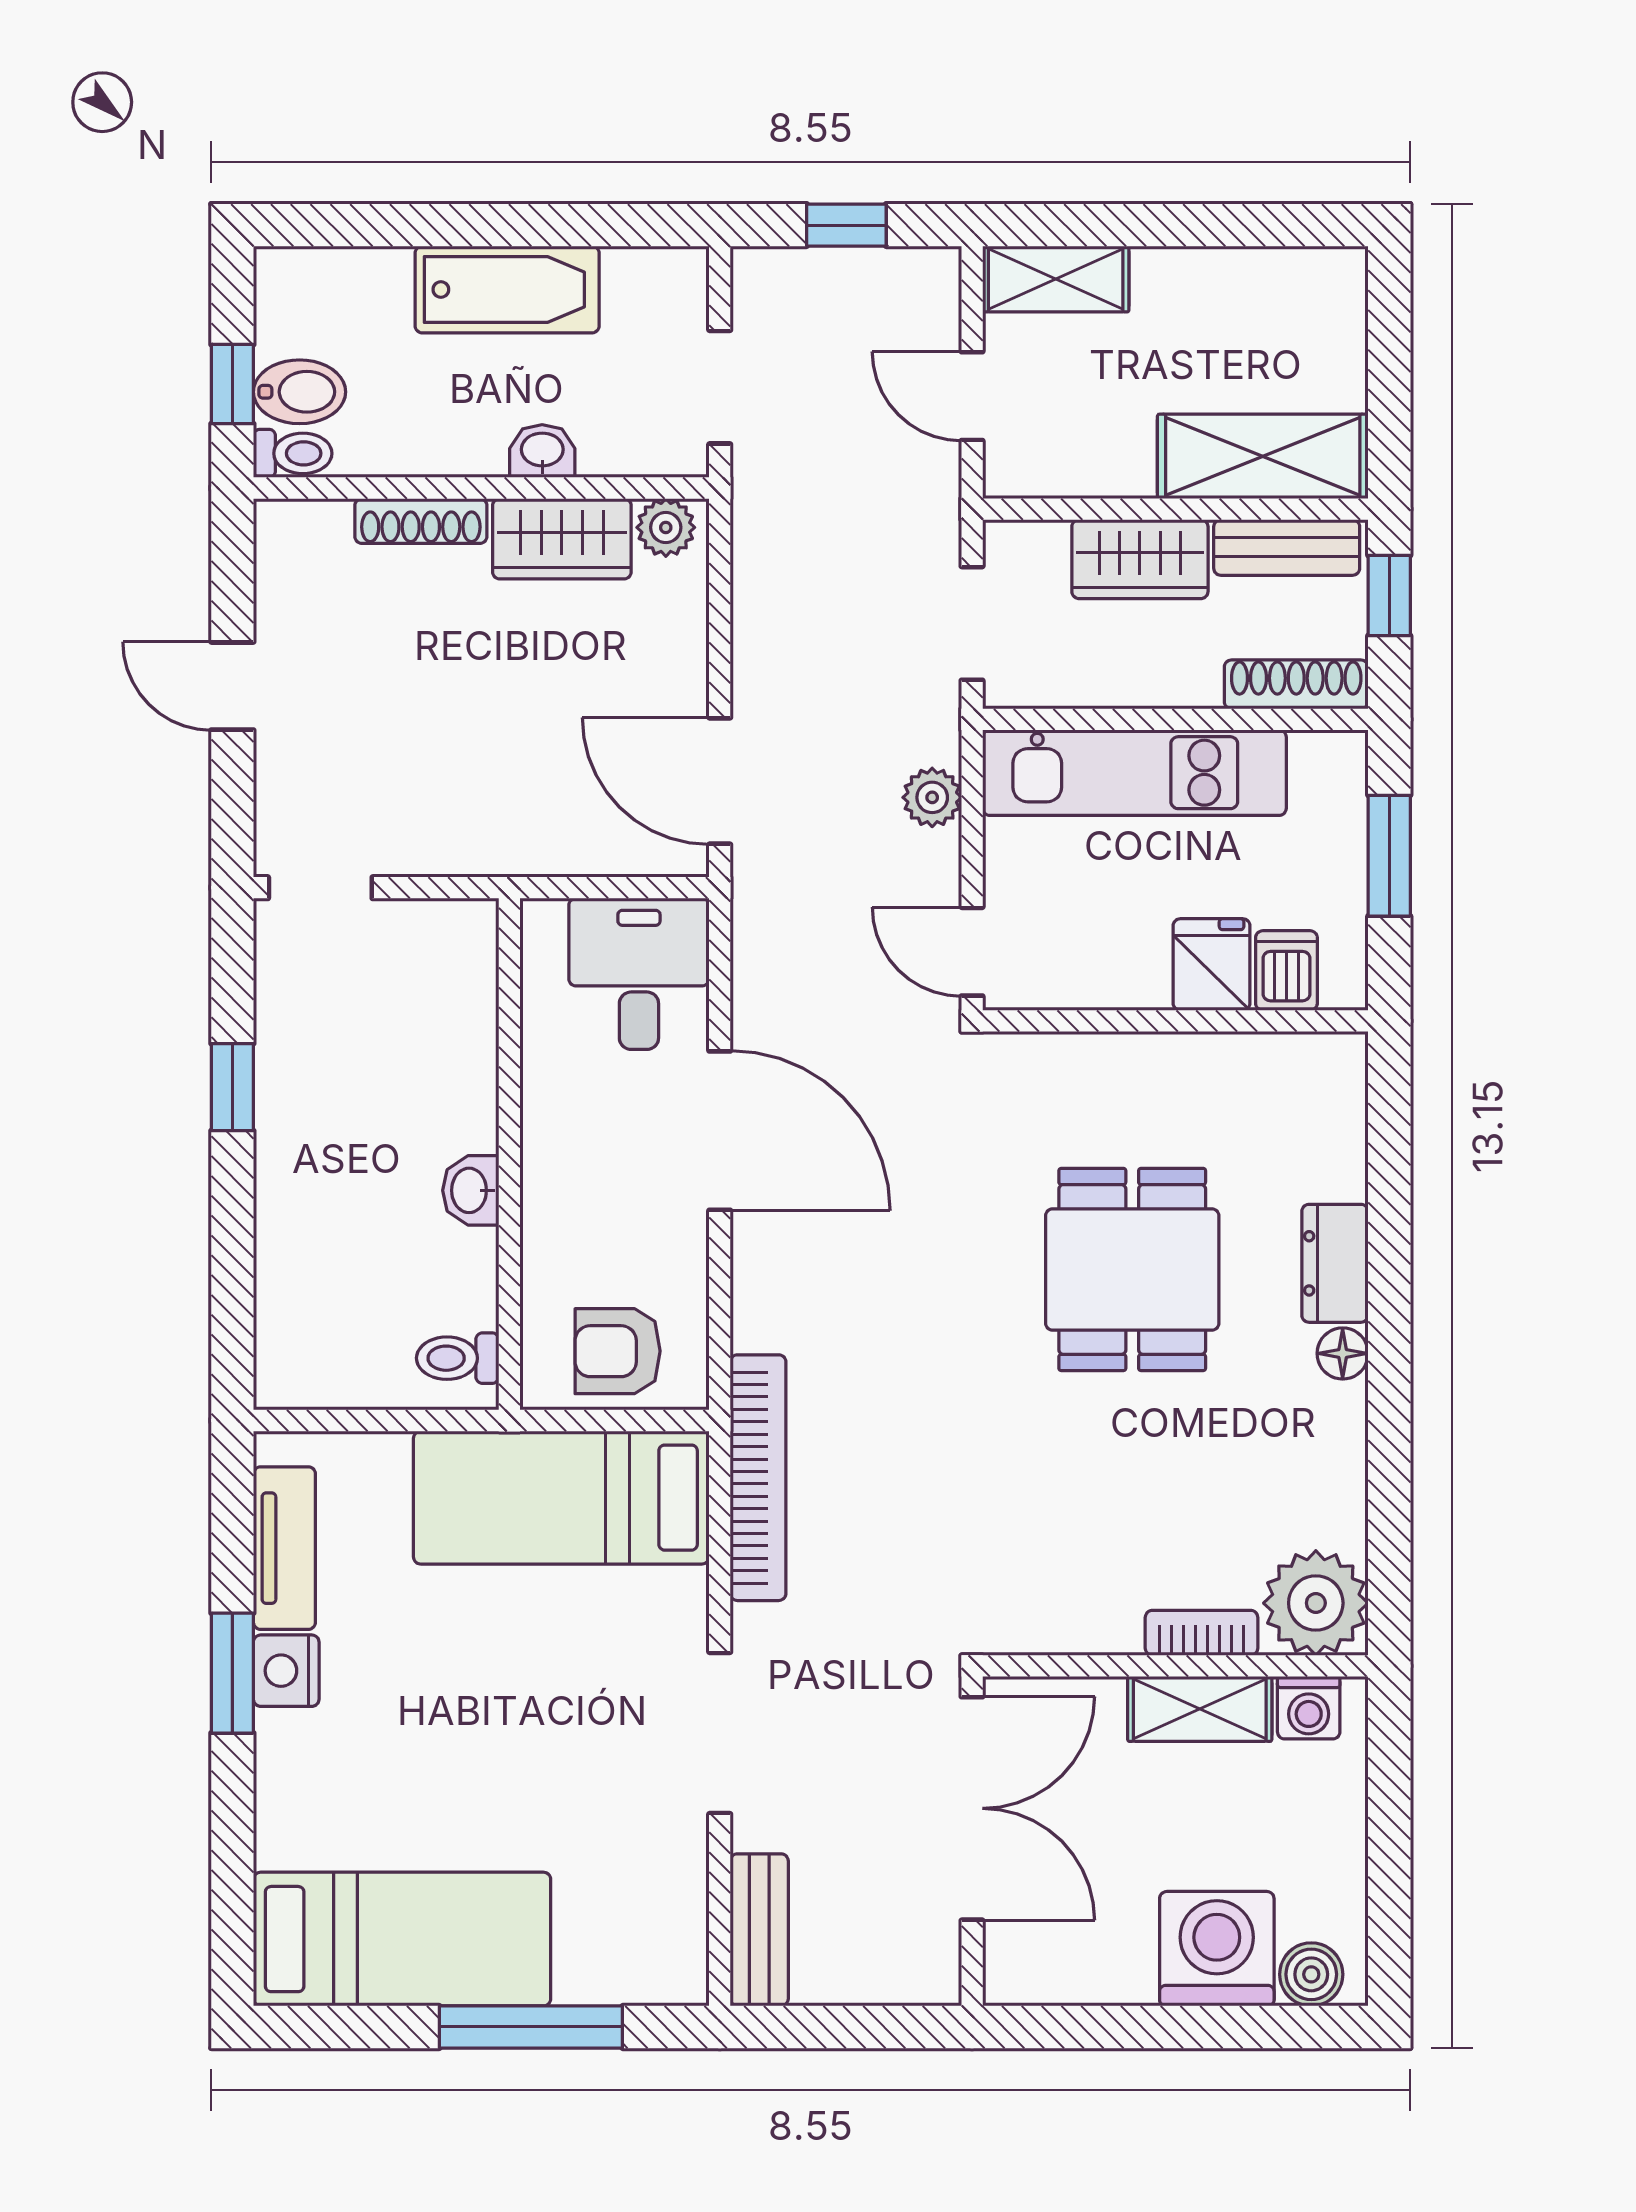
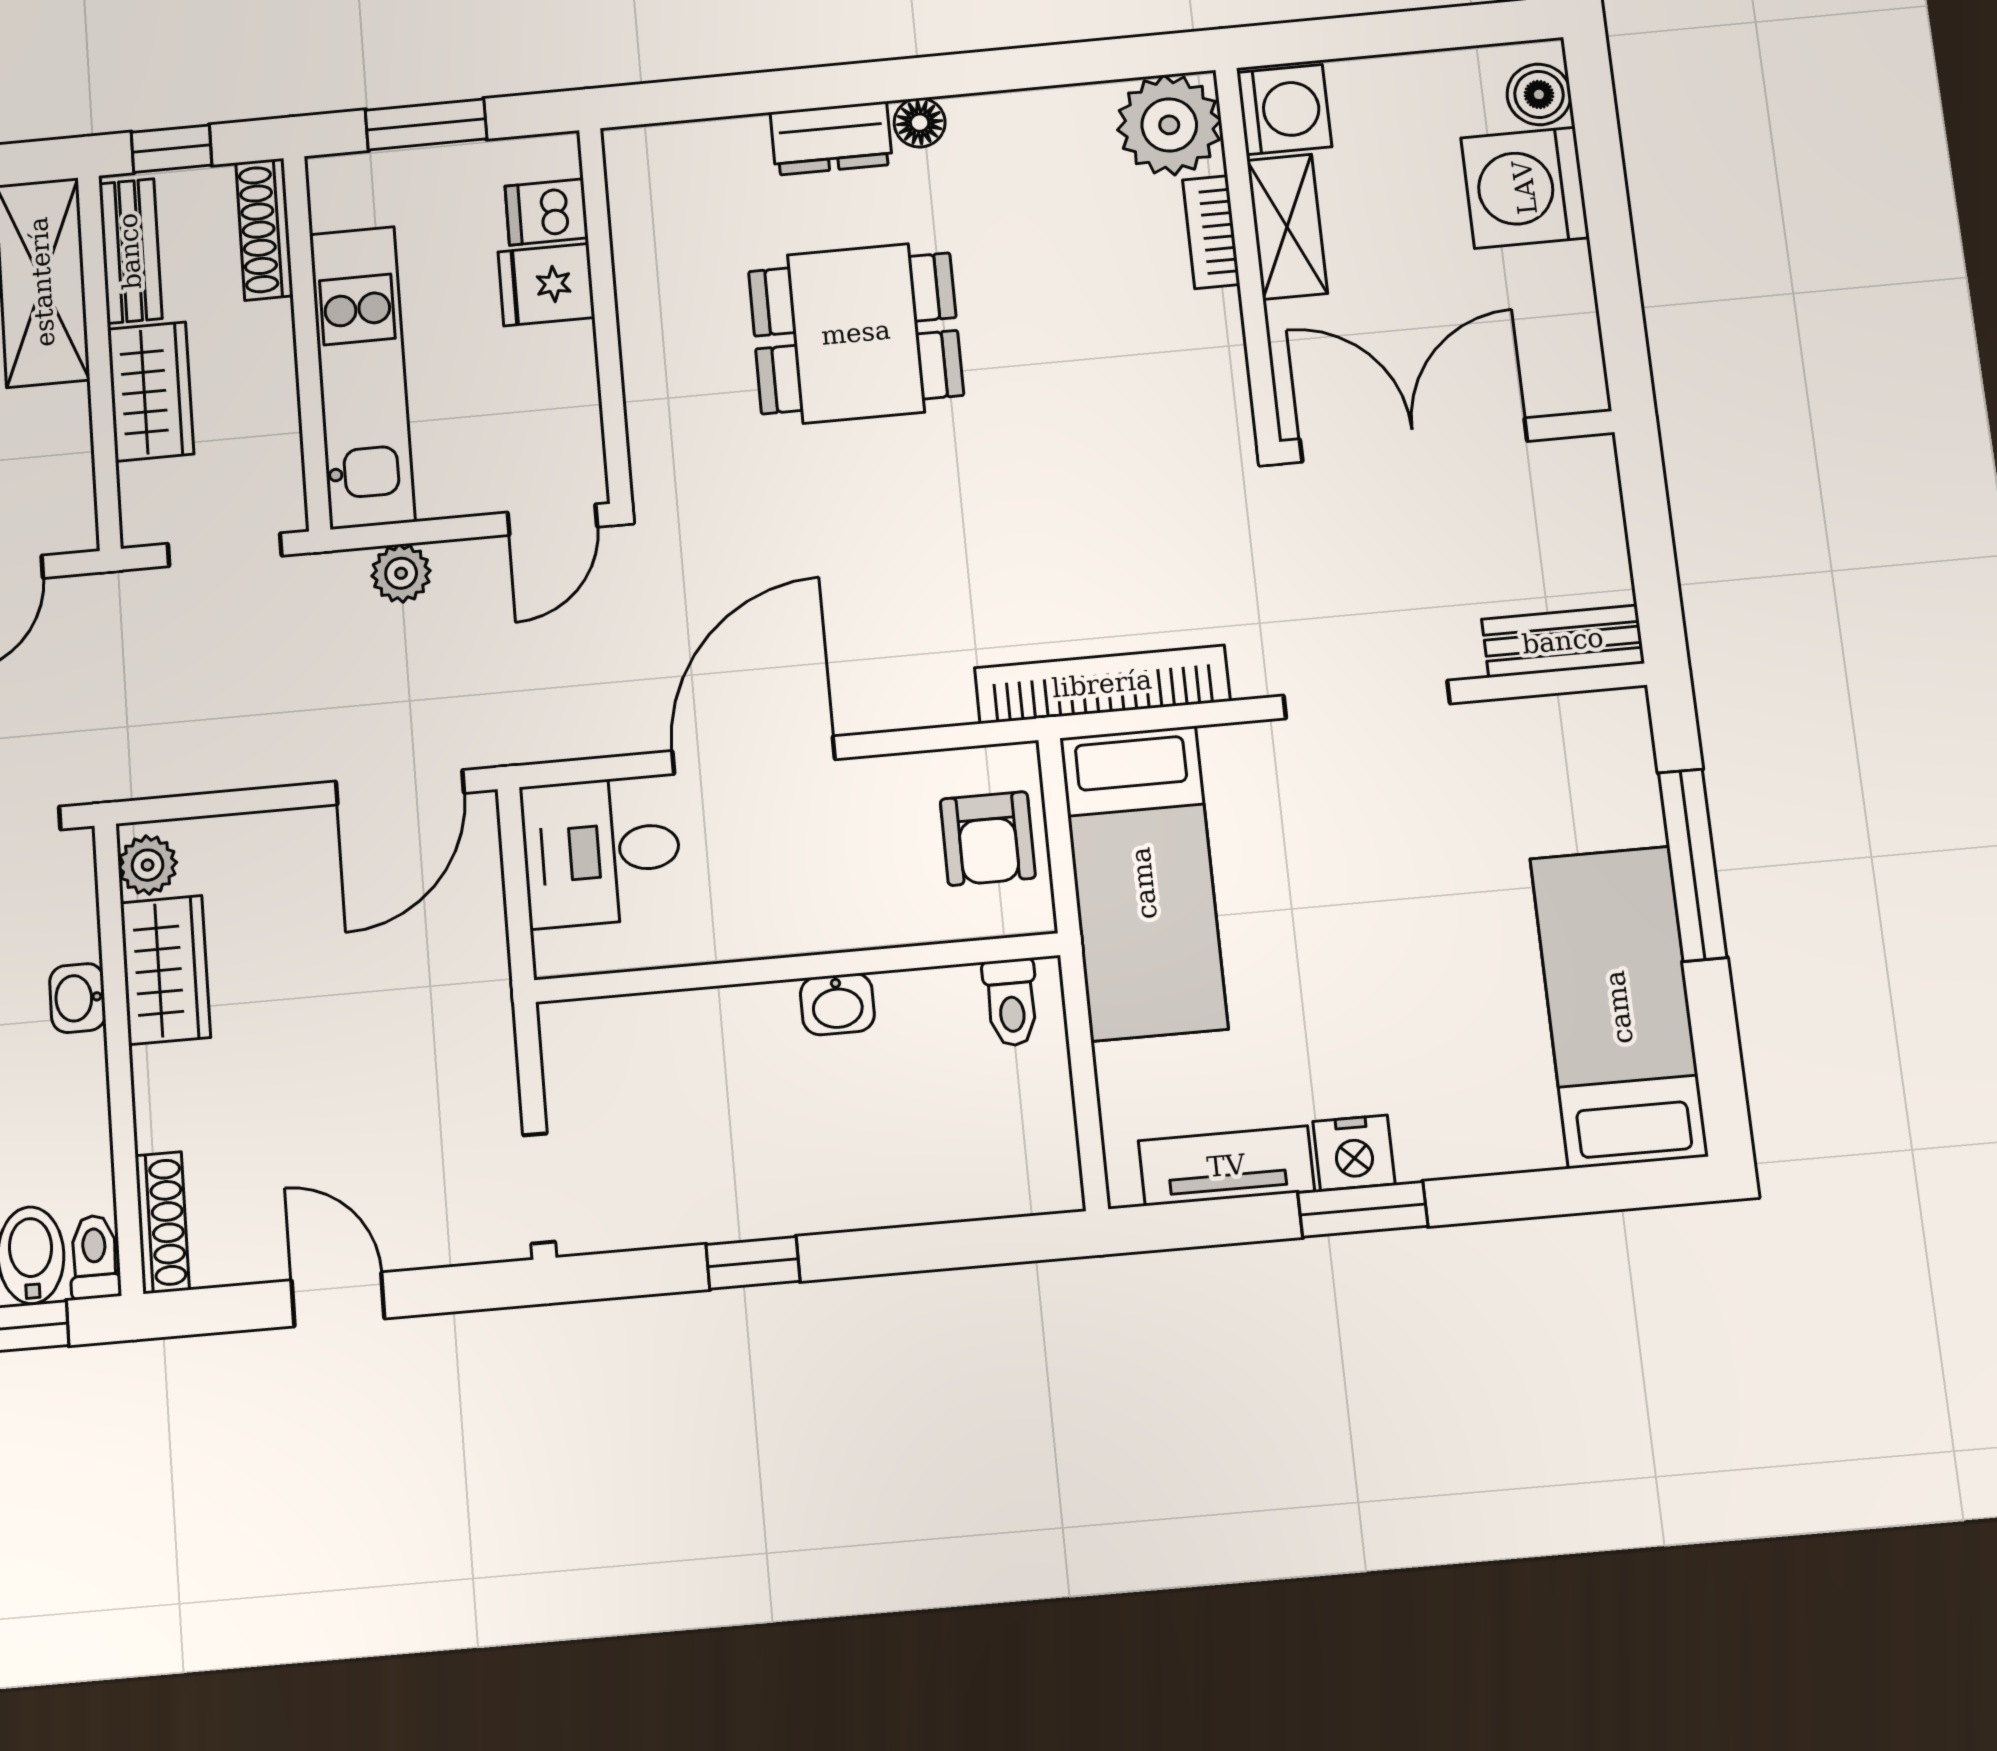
shoe rack: (421, 521) -> (162, 1223), moved
door: (232, 686) -> (338, 1299), swing flipped
washing machine: (1309, 1708) -> (1284, 110), width x1.38, depth x1.38

